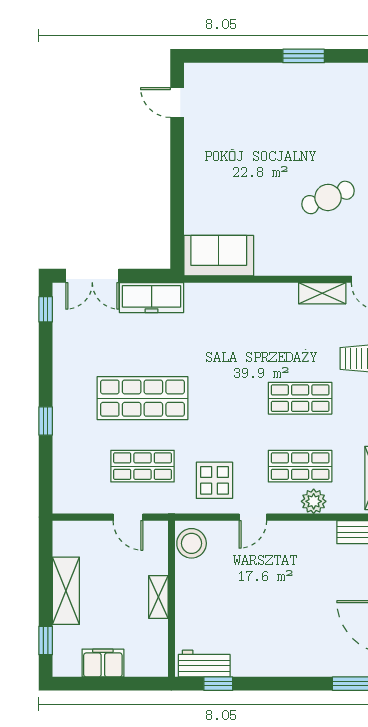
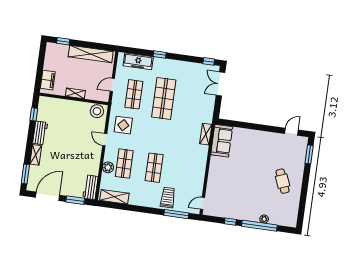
window: (304, 56) -> (309, 154), moved
cafe table: (328, 197) -> (283, 181), moved
shelving: (322, 293) -> (206, 134), moved
freezer: (152, 298) -> (138, 61), moved, turned -90
shelving: (66, 591) -> (91, 54), width x1.47
filing cabinet: (103, 663) -> (48, 80), moved
workbench: (204, 664) -> (40, 133), moved
shelving: (308, 667) -> (36, 155), added

